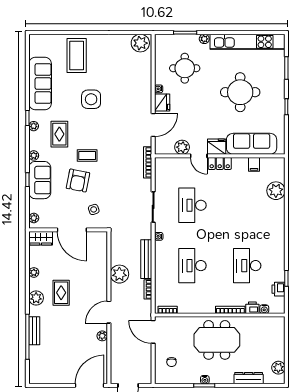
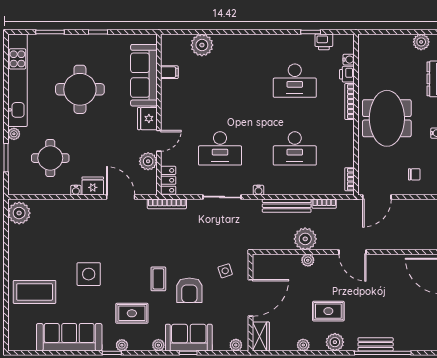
locker: (220, 163) -> (168, 180), moved
armchair: (78, 181) -> (189, 290), turned 79
plant: (102, 336) -> (308, 260), moved

